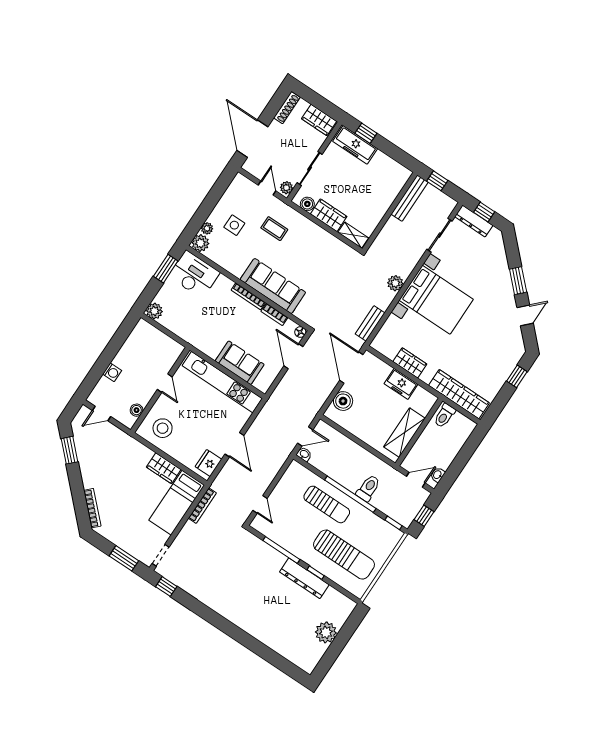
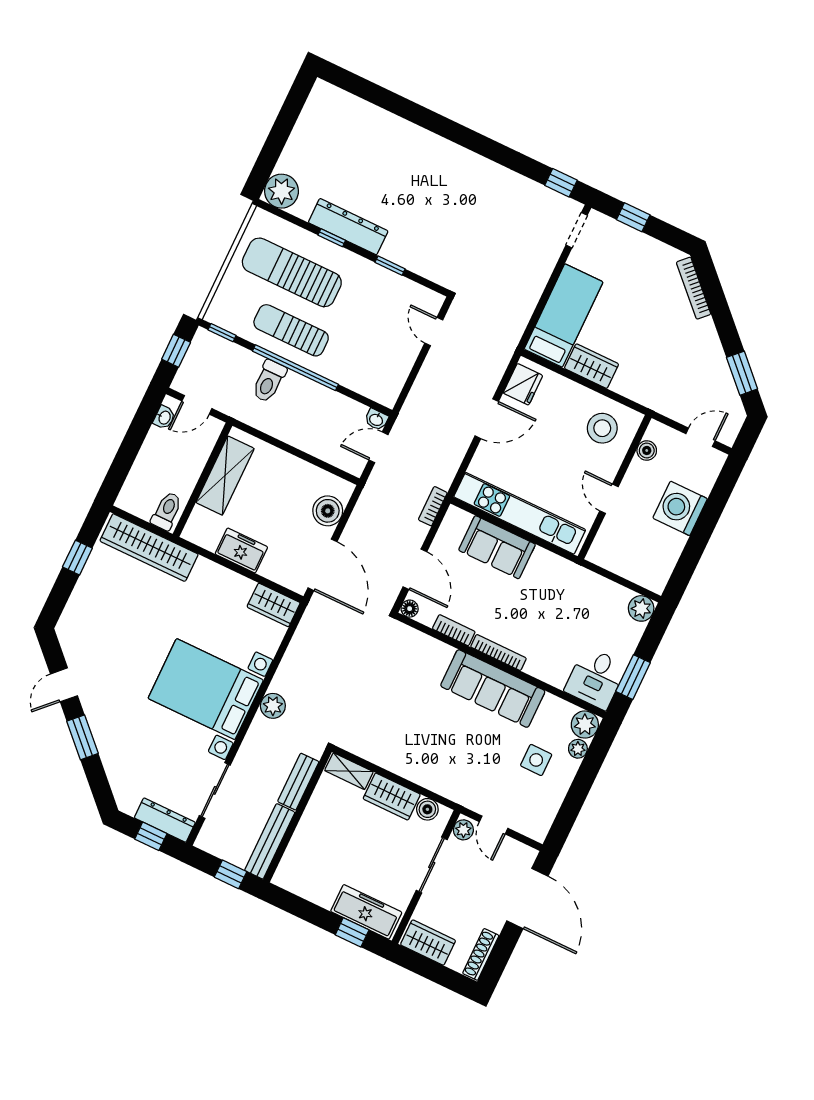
coffee table: (274, 229) -> (473, 764), removed
desk: (194, 274) -> (596, 678), width x0.73
sofa: (273, 286) -> (493, 689), moved
bench: (370, 323) -> (298, 782), moved
wardrobe: (410, 363) -> (274, 605), moved
washing machine: (112, 372) -> (680, 508), width x1.89, depth x1.89
window: (517, 376) -> (77, 558), moved
door: (234, 445) -> (487, 419), swing flipped
sun lounger: (327, 504) -> (291, 330), moved
bookcase: (202, 506) -> (433, 506), moved, width x0.64
window: (281, 550) -> (390, 266), width x0.46
window: (124, 558) -> (633, 217), width x0.67
plant: (326, 632) -> (281, 191), moved

